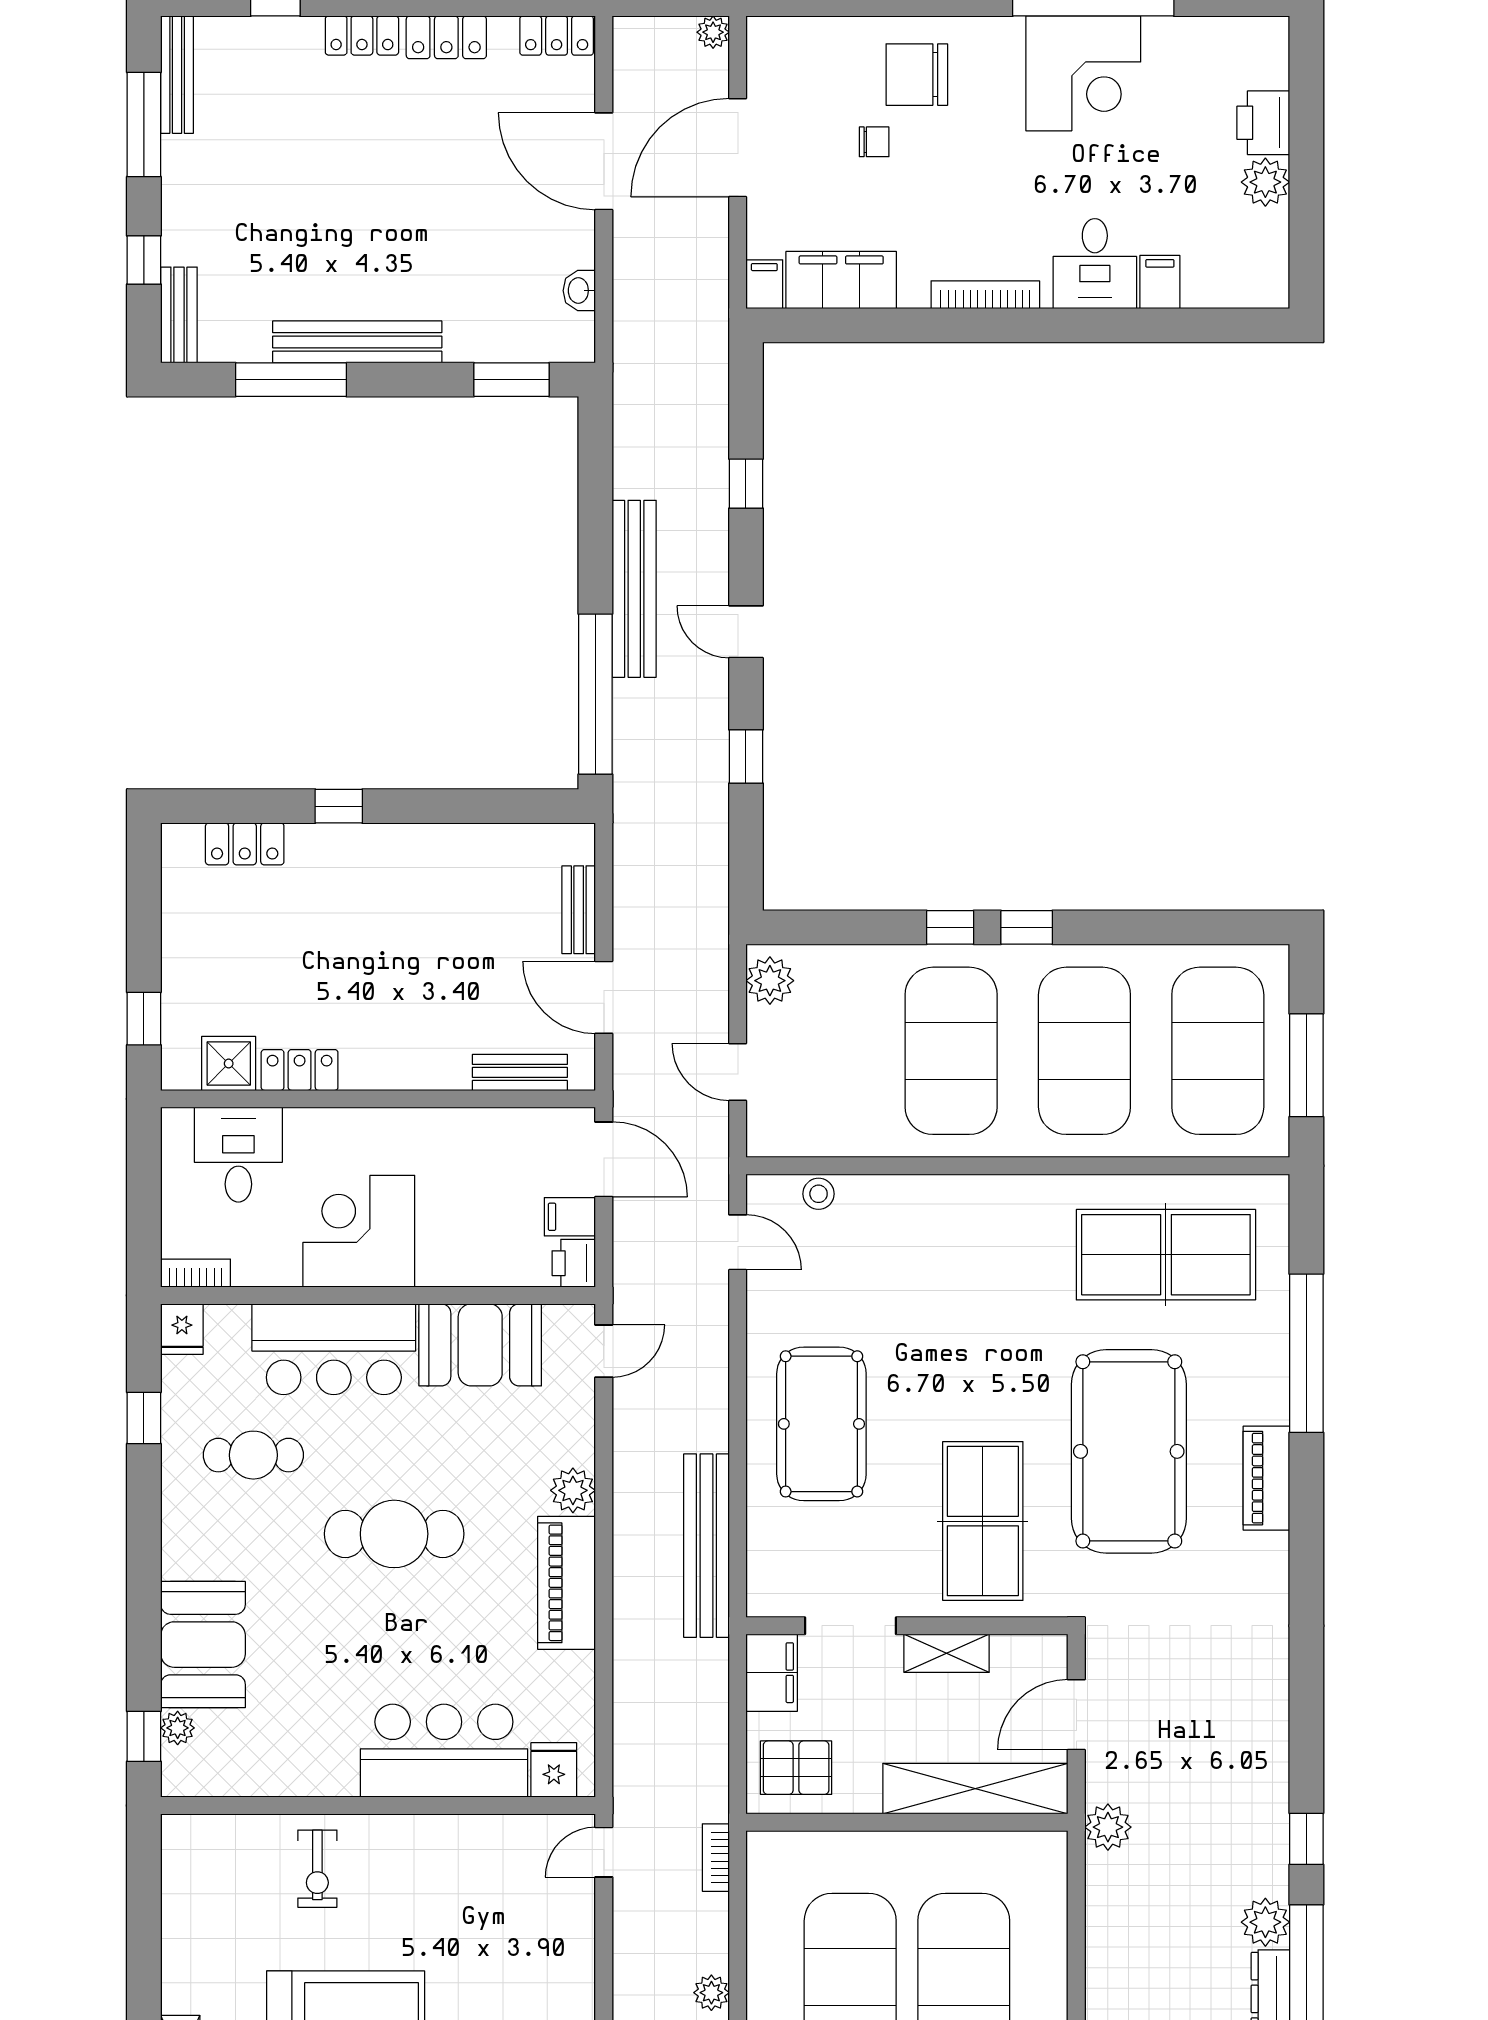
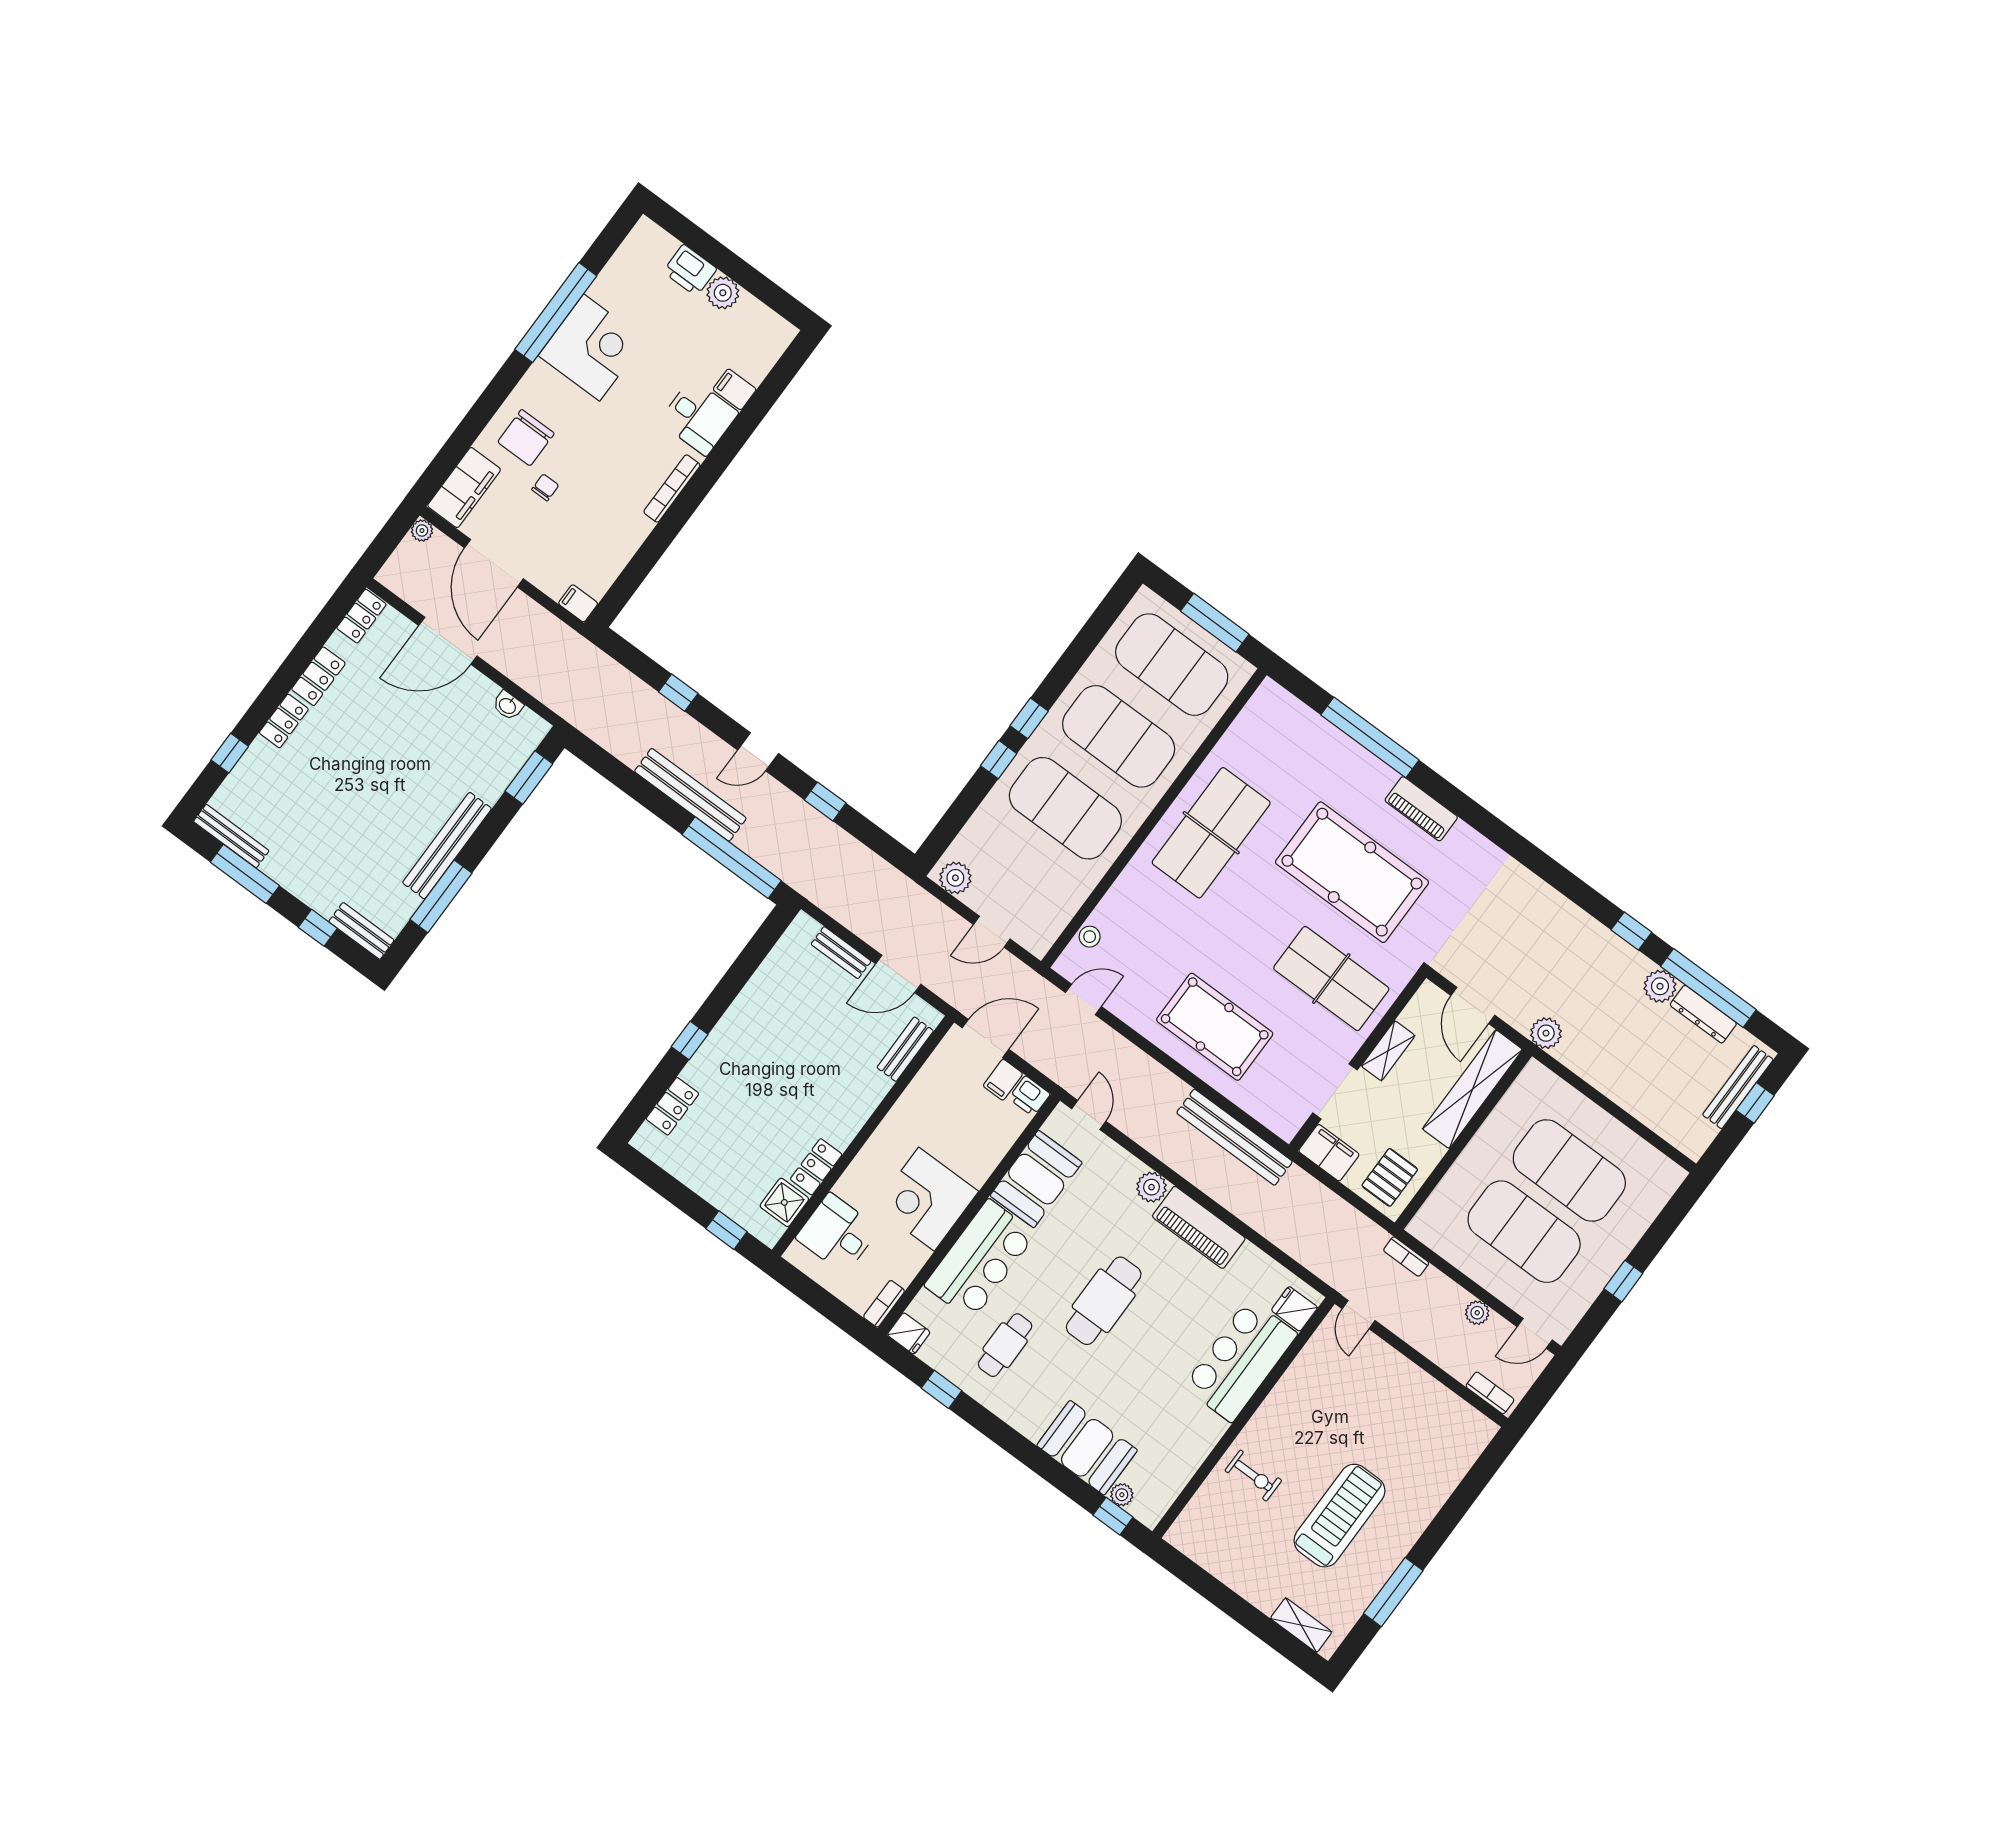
filing cabinet: (841, 280) -> (464, 488), moved, turned 180
table tennis table: (1166, 1255) -> (1211, 833), moved

